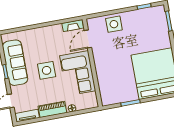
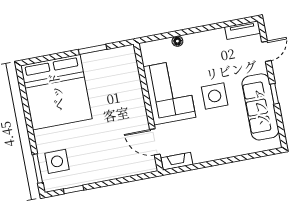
side table: (114, 24) -> (57, 161), moved
door: (88, 39) -> (155, 142), swing flipped
piano: (52, 109) -> (206, 39), removed

